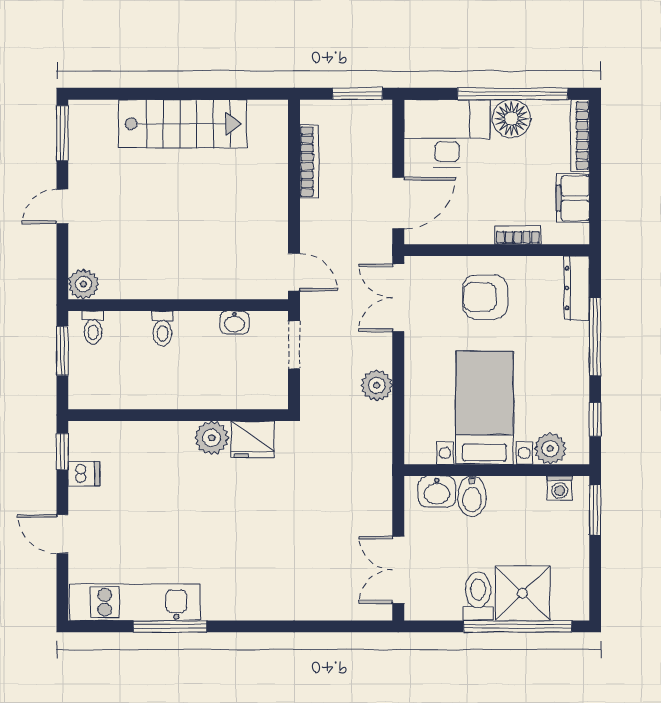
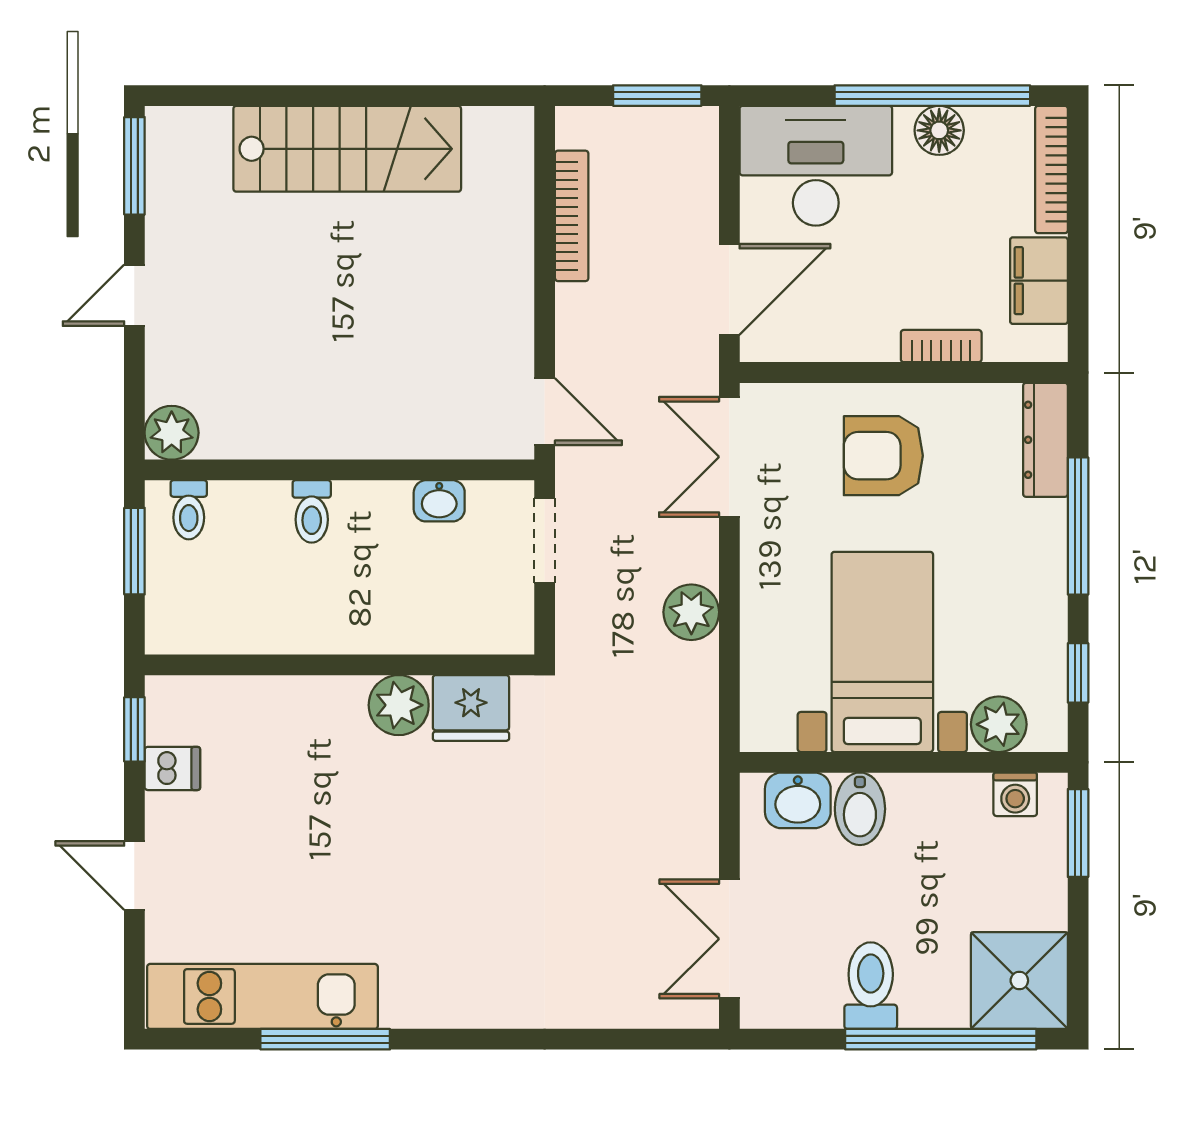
floor lamp: (511, 119) -> (939, 130), width x0.73, depth x0.73
shower: (523, 593) -> (1019, 981), moved

